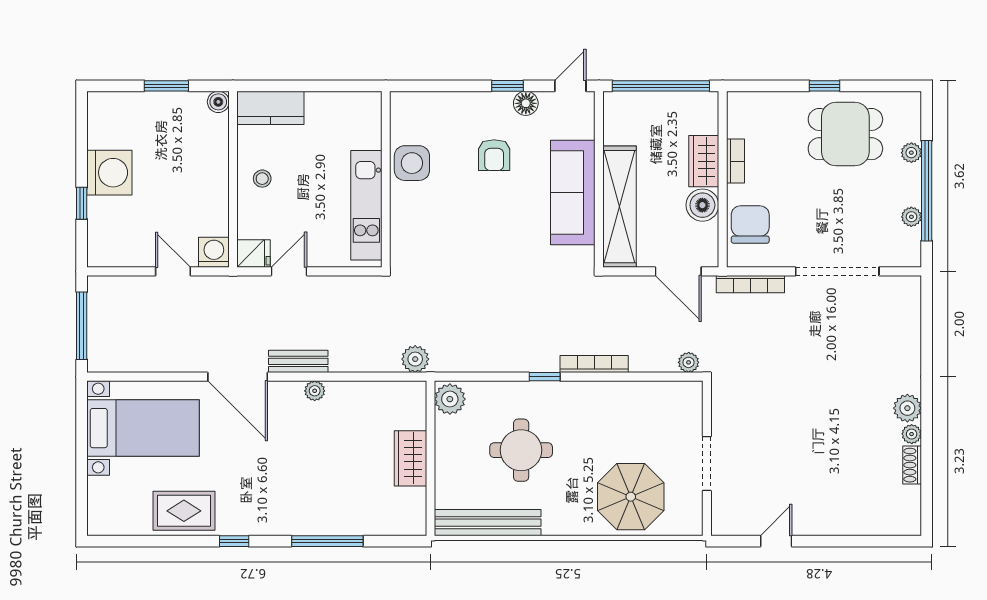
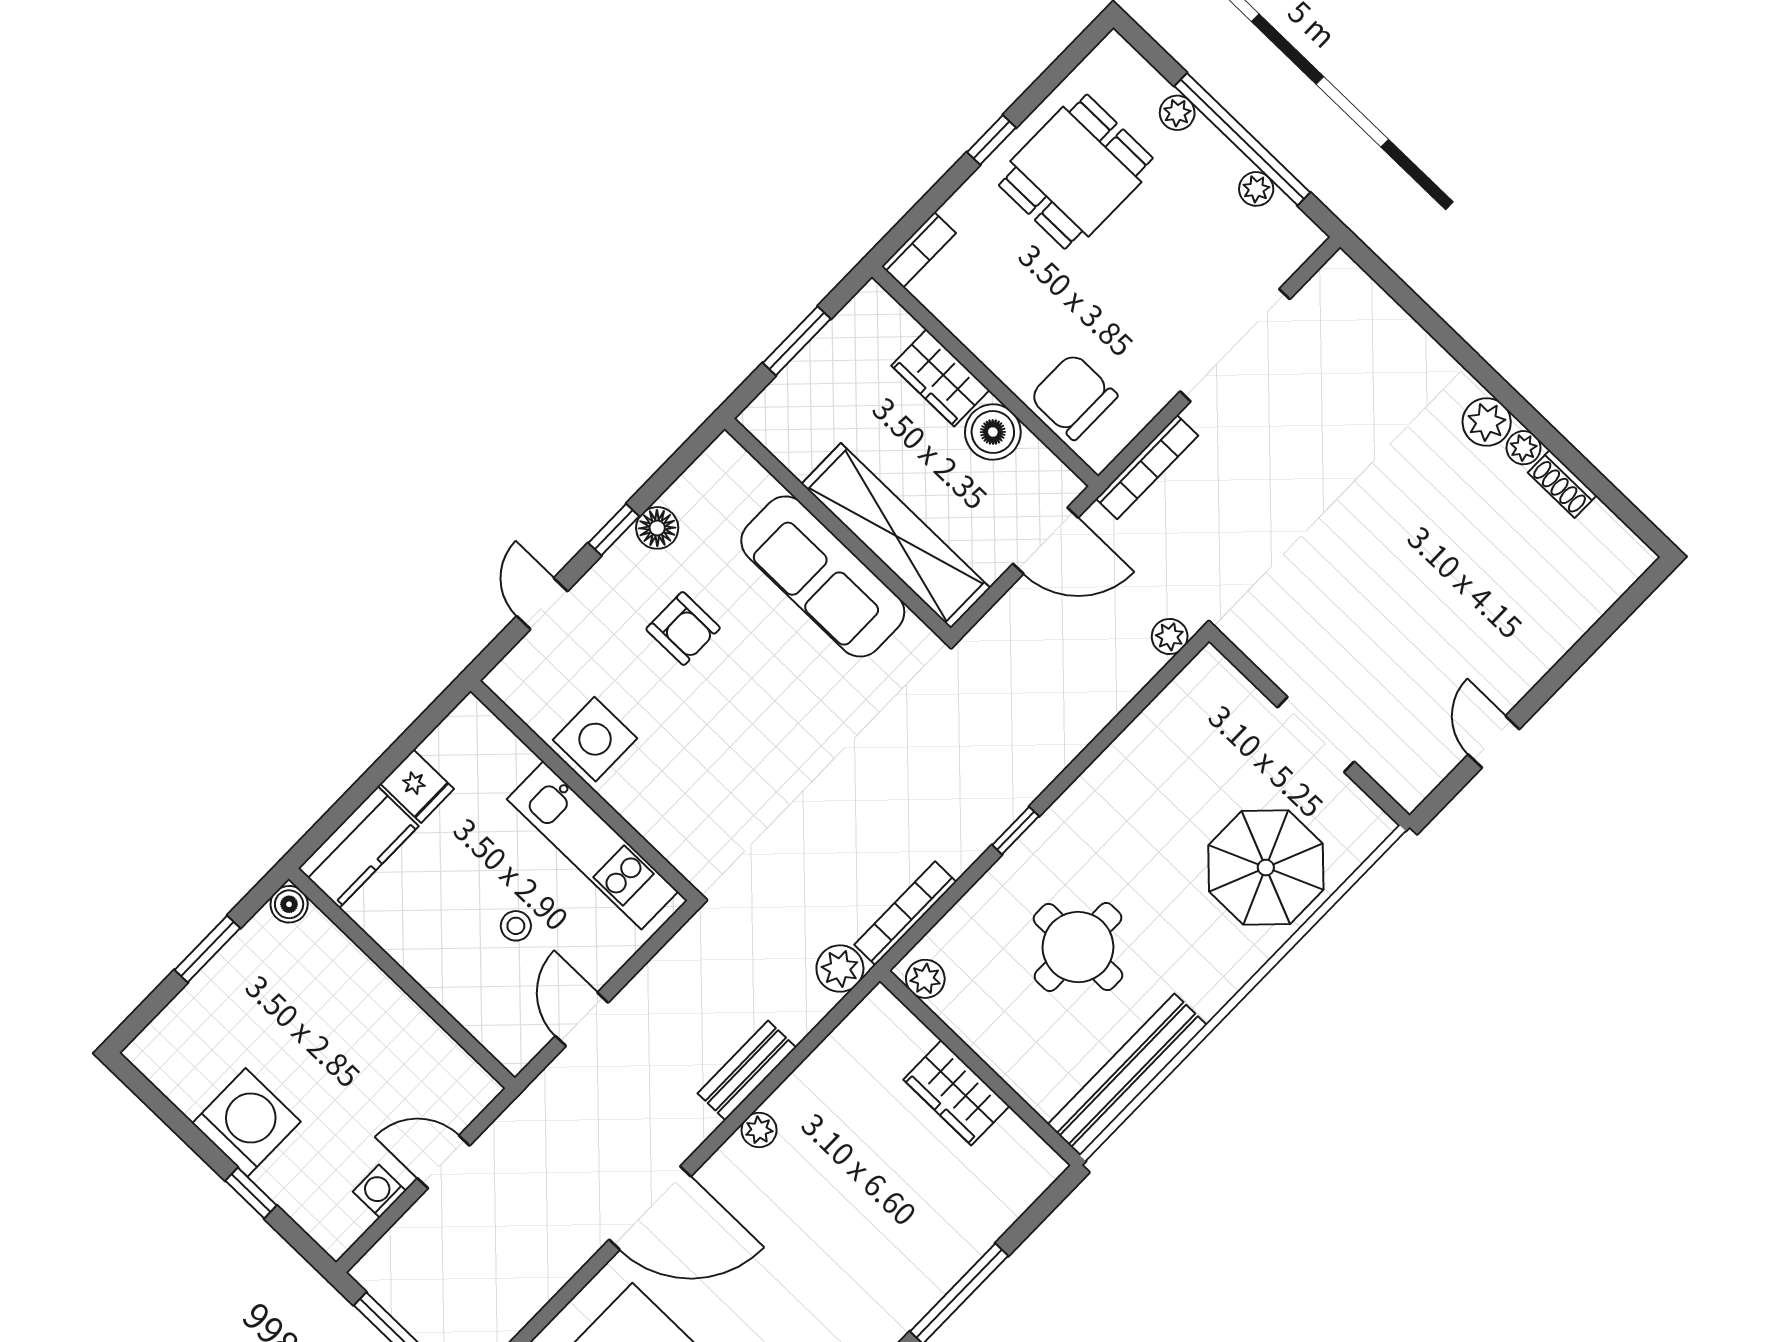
door: (570, 86) -> (542, 604), moved
window: (661, 86) -> (797, 341), width x0.47
bookcase: (735, 161) -> (919, 250), moved, turned 90
stool: (262, 179) -> (516, 926), moved
washing machine: (214, 252) -> (379, 1191), moved, width x0.73, depth x0.73
fridge: (254, 254) -> (417, 786), moved, turned 90
bench: (298, 361) -> (747, 1070), moved
bookcase: (594, 364) -> (905, 913), moved
plant: (450, 399) -> (925, 979), width x0.73, depth x0.73

